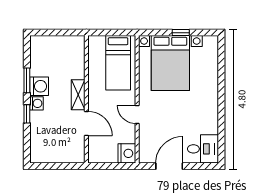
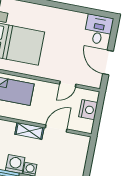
door: (137, 115) -> (68, 84), moved
nightstand: (127, 153) -> (88, 110), moved, turned 90

